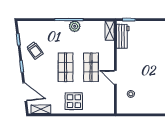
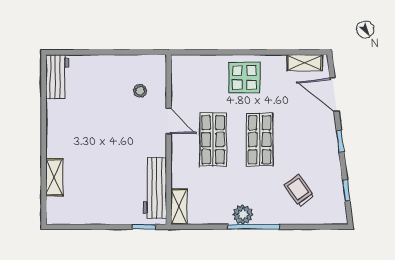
workbench: (123, 36) -> (155, 188), width x1.38
trolley: (35, 50) -> (299, 191), moved

